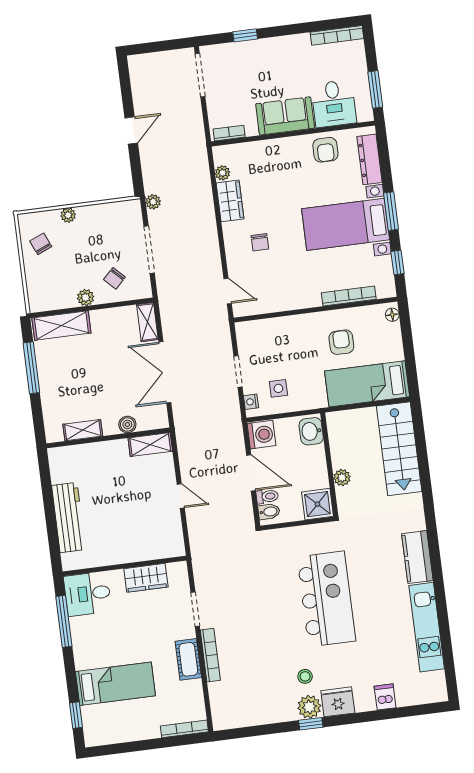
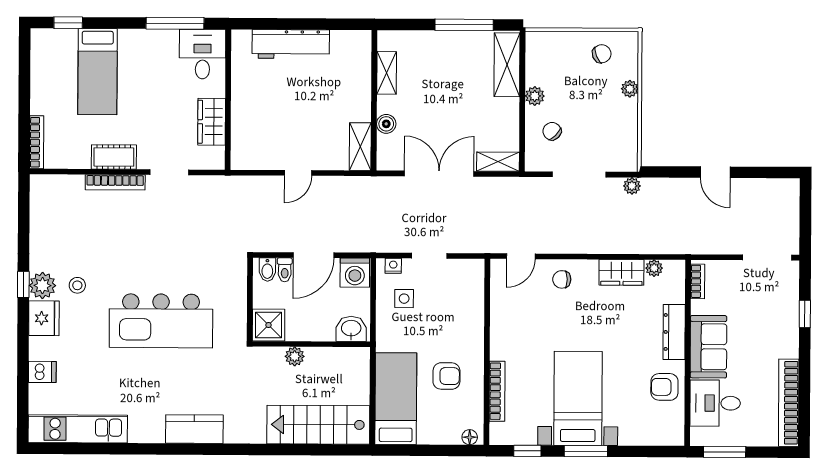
bookcase: (337, 35) -> (789, 403), width x1.48, depth x1.31
dresser: (370, 159) -> (674, 332), moved, turned -90
chair: (260, 242) -> (562, 279), moved
kitchen unit: (427, 627) -> (78, 429), moved

